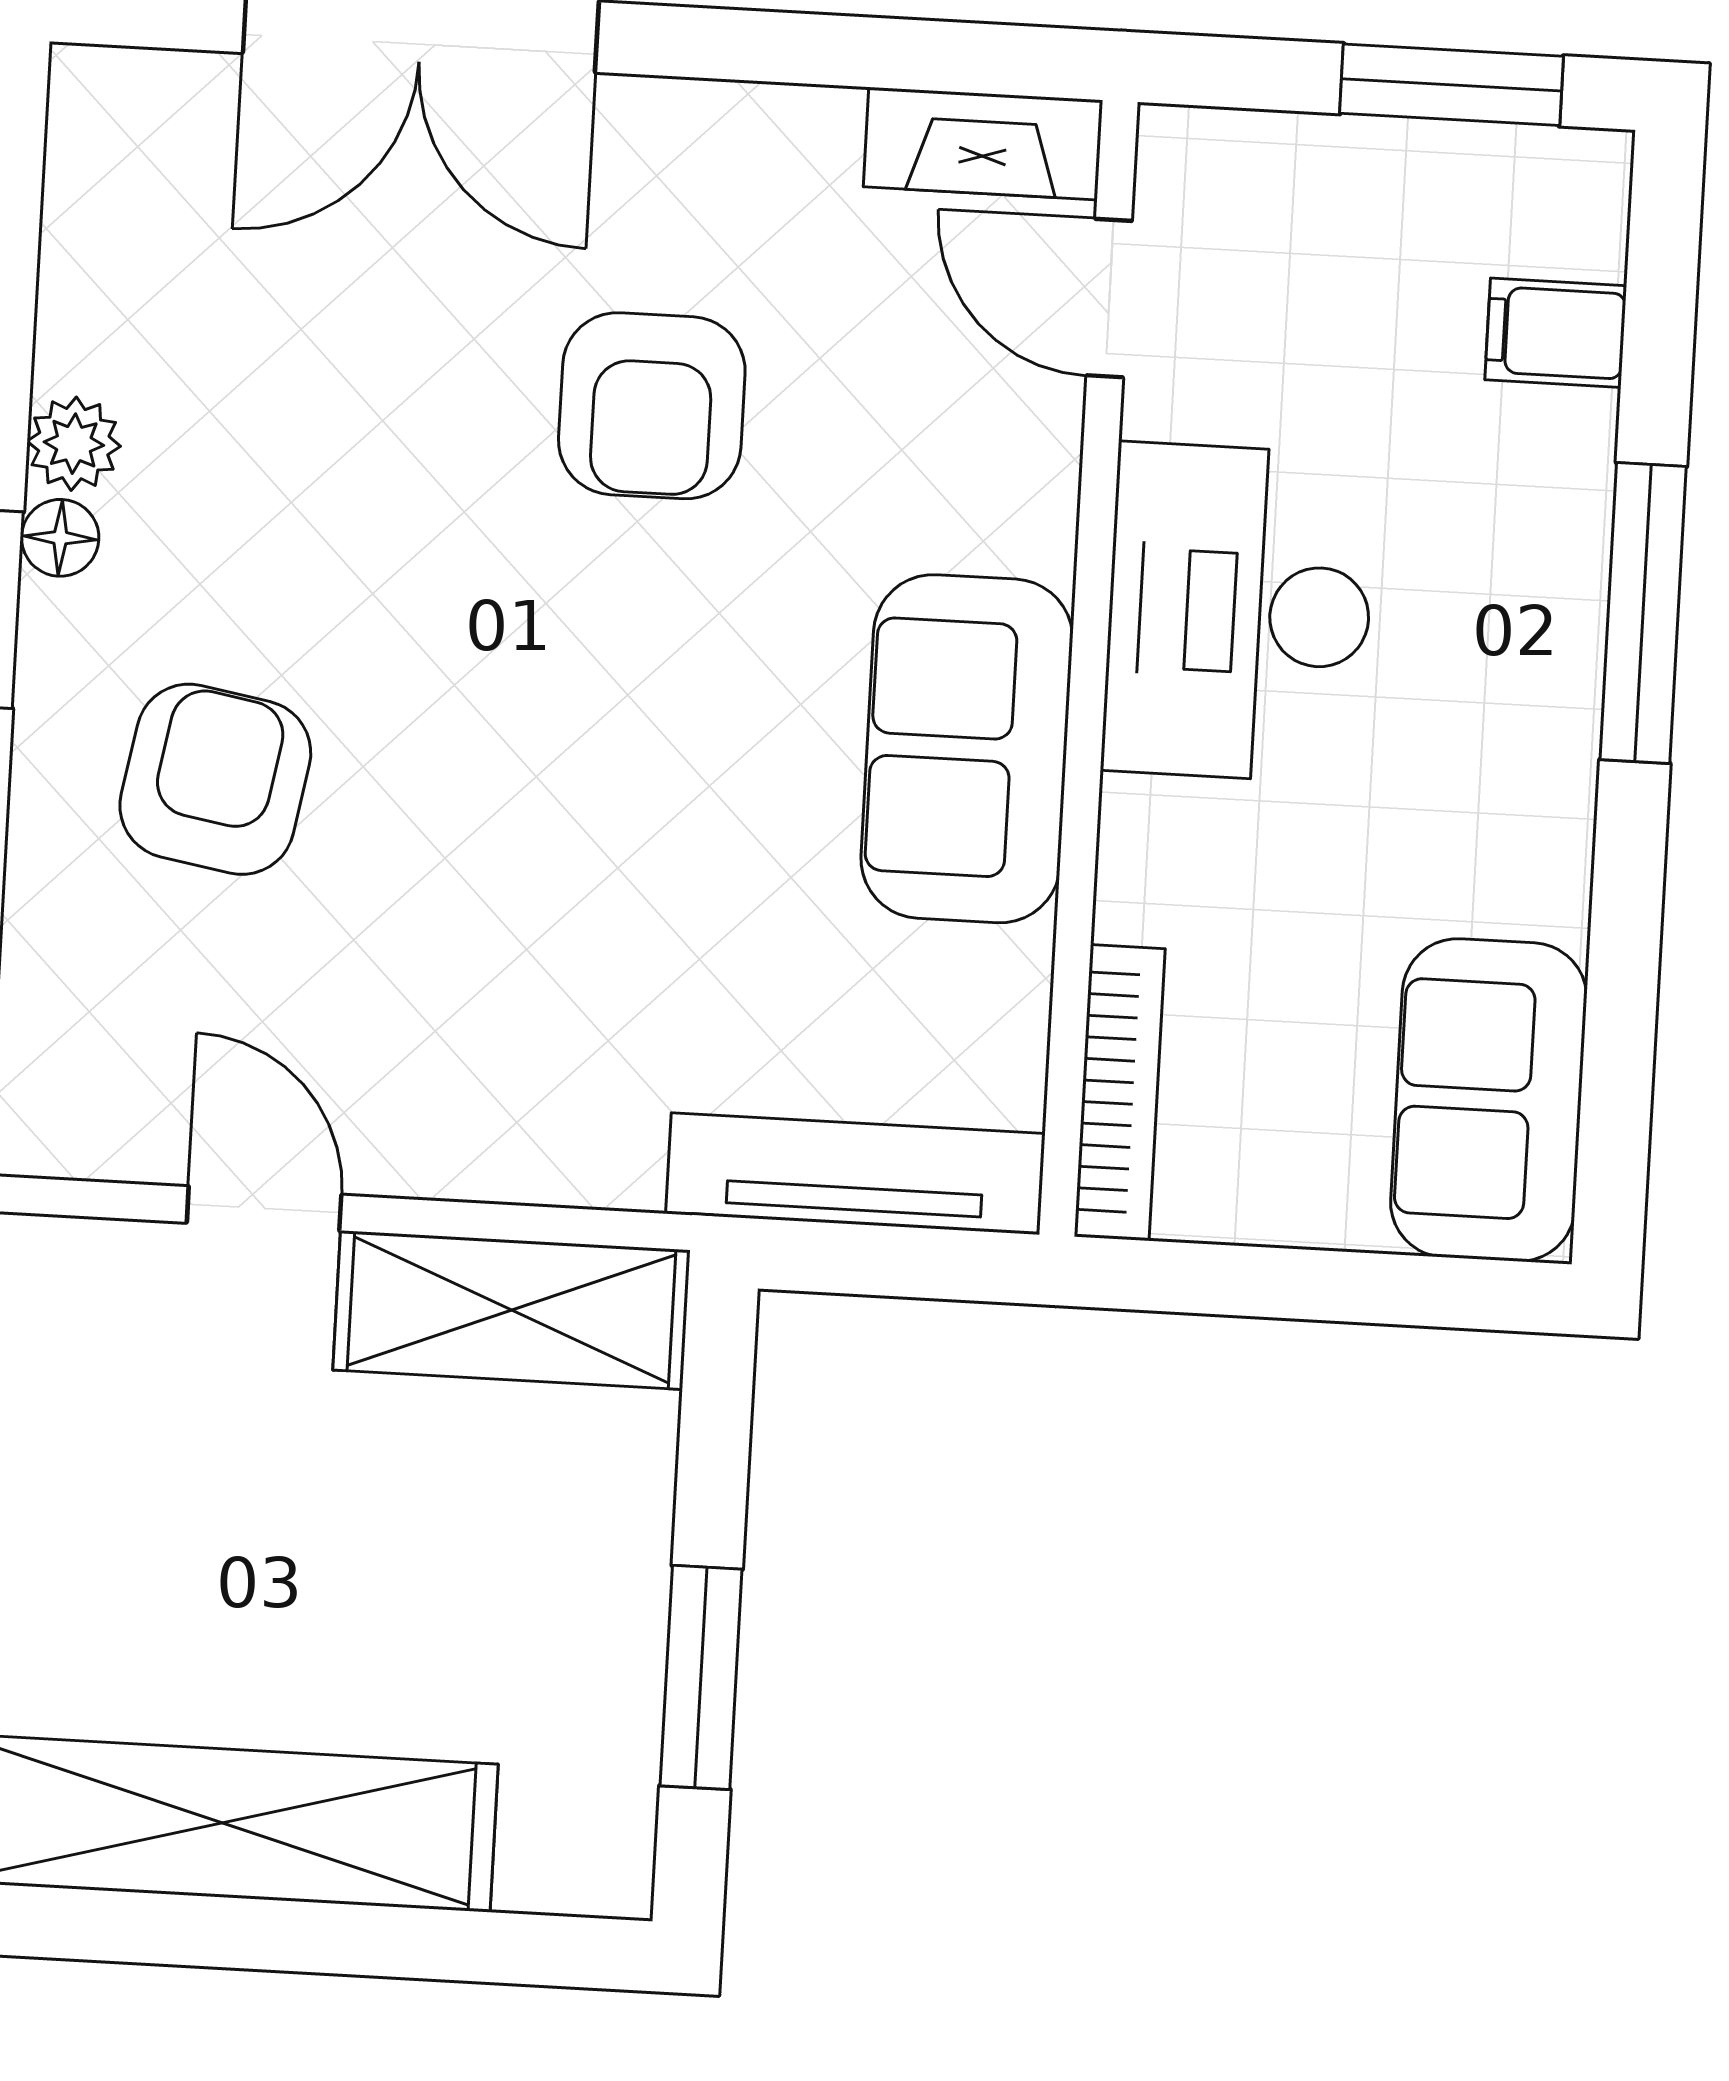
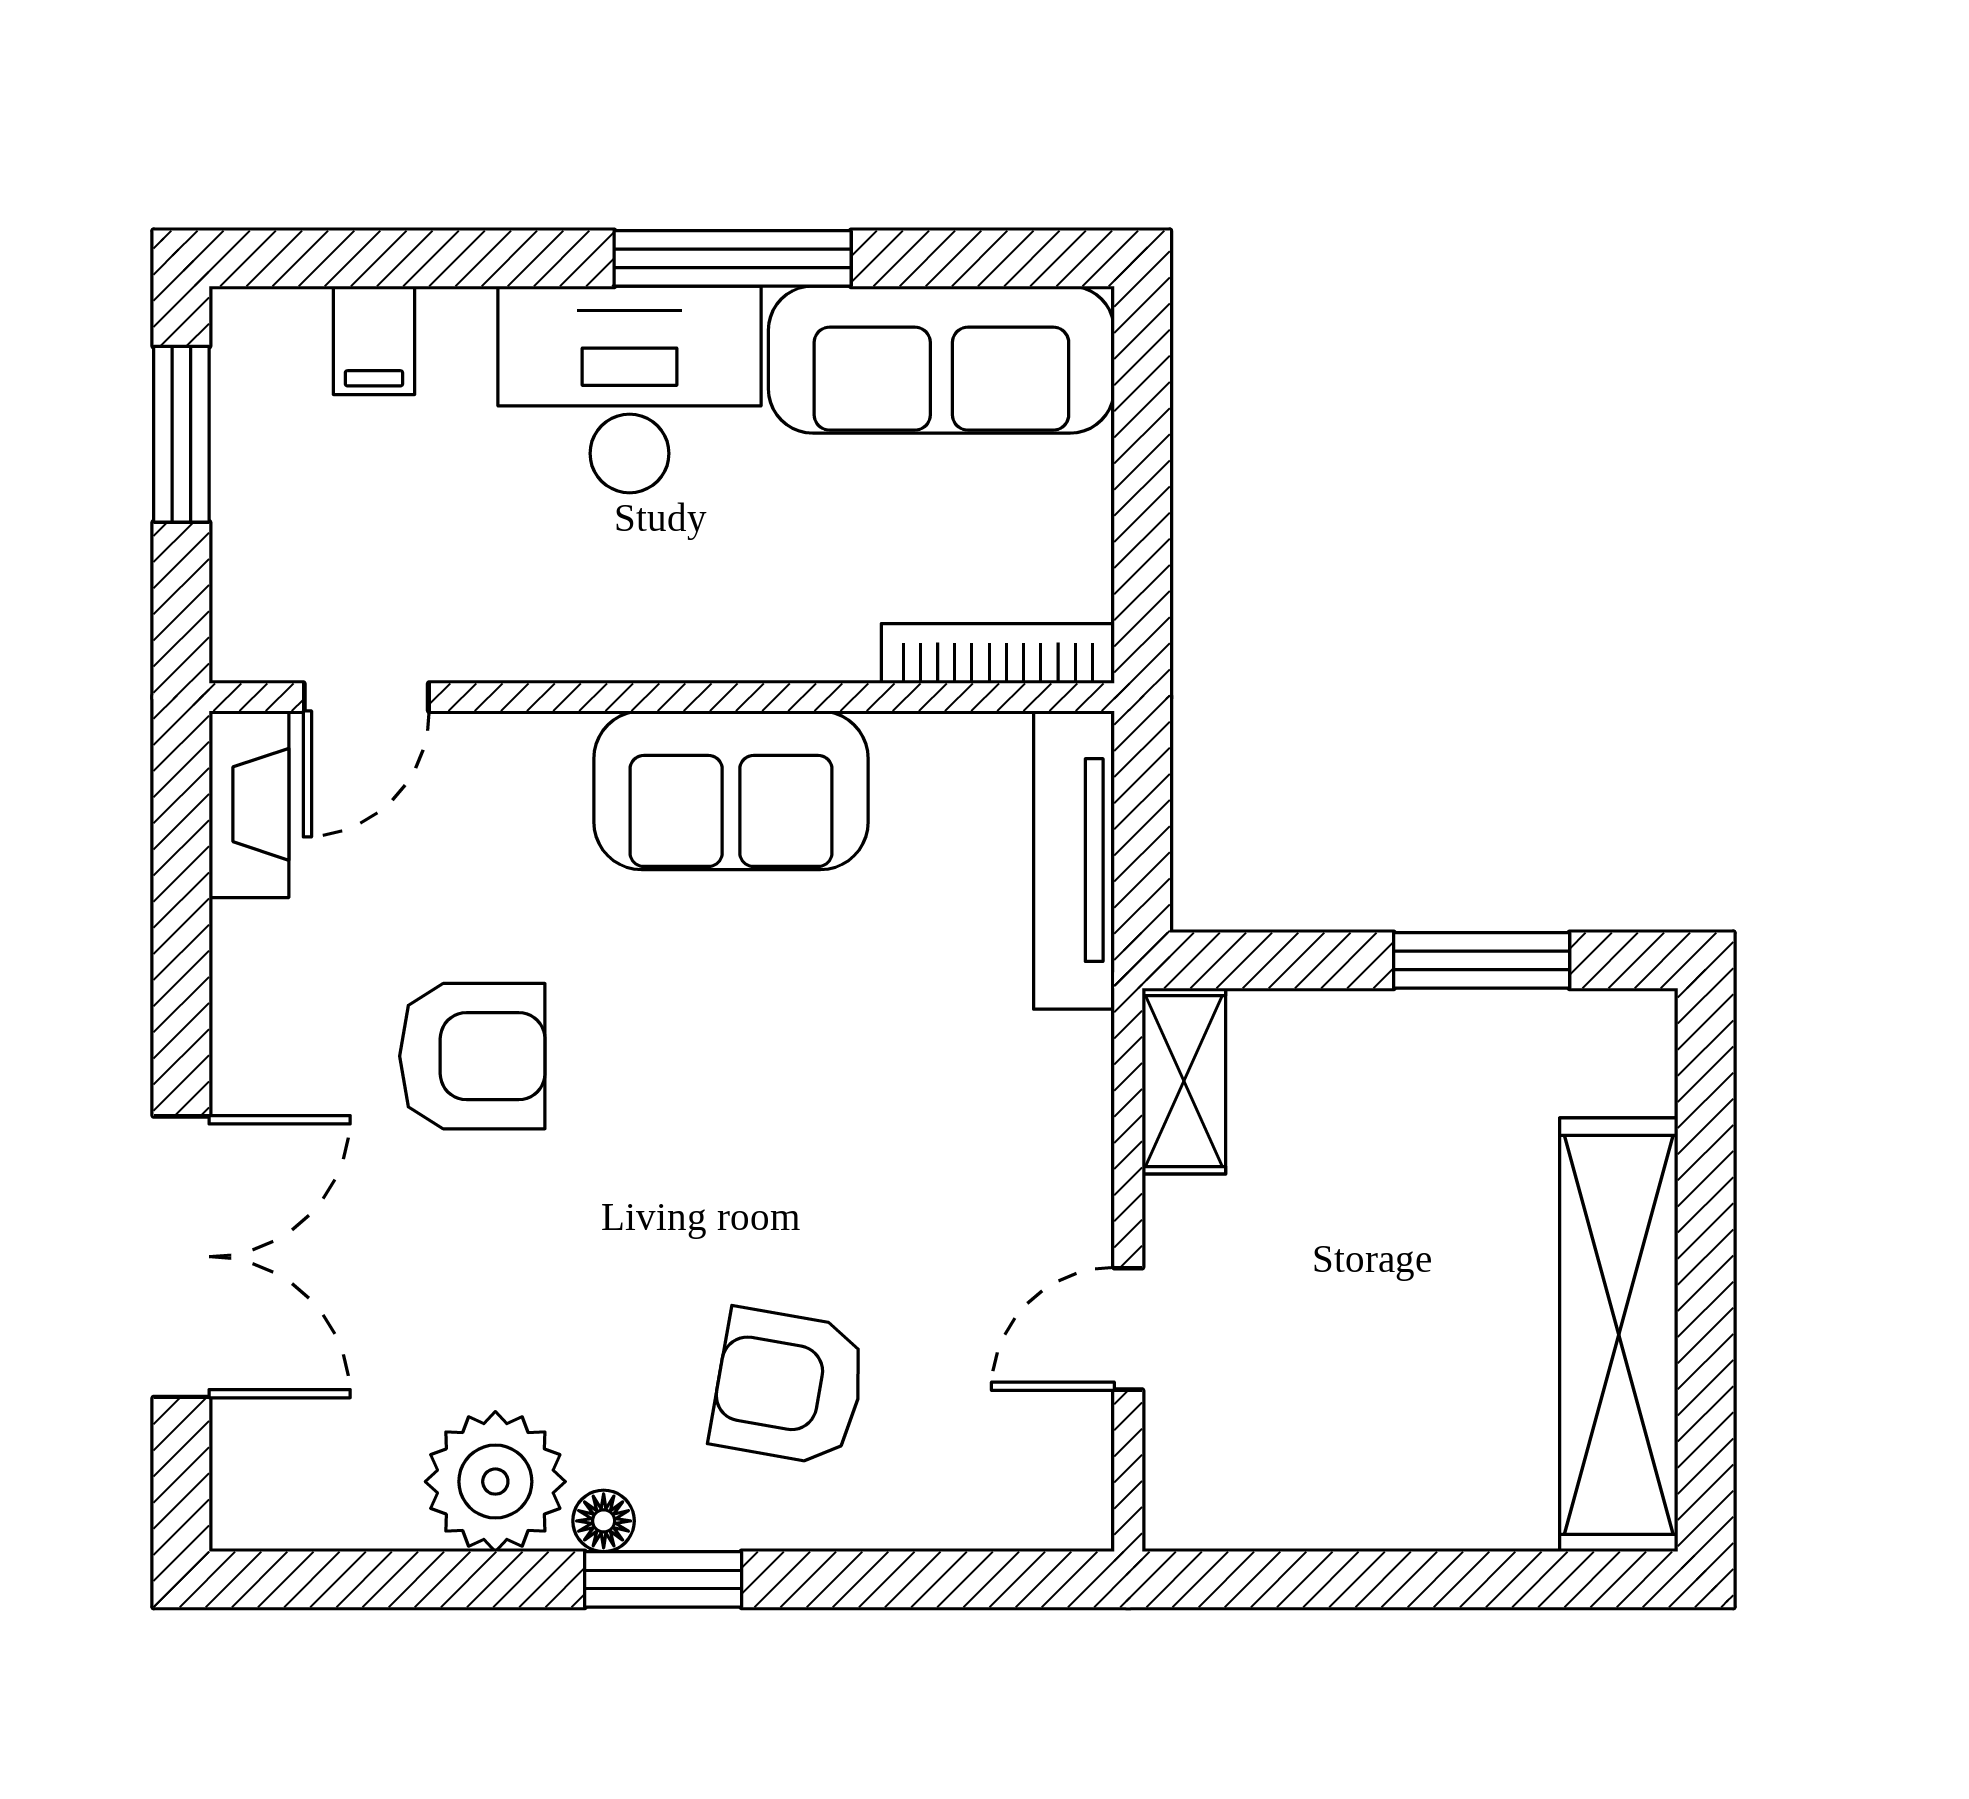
plant: (74, 444) -> (495, 1482), width x1.88, depth x1.88
desk: (1239, 613) -> (630, 389), moved, turned 180
window: (1643, 613) -> (733, 258), moved
sofa: (1489, 1100) -> (941, 360), width x1.36
shelving: (512, 1310) -> (1184, 1081), width x0.67, depth x0.75

